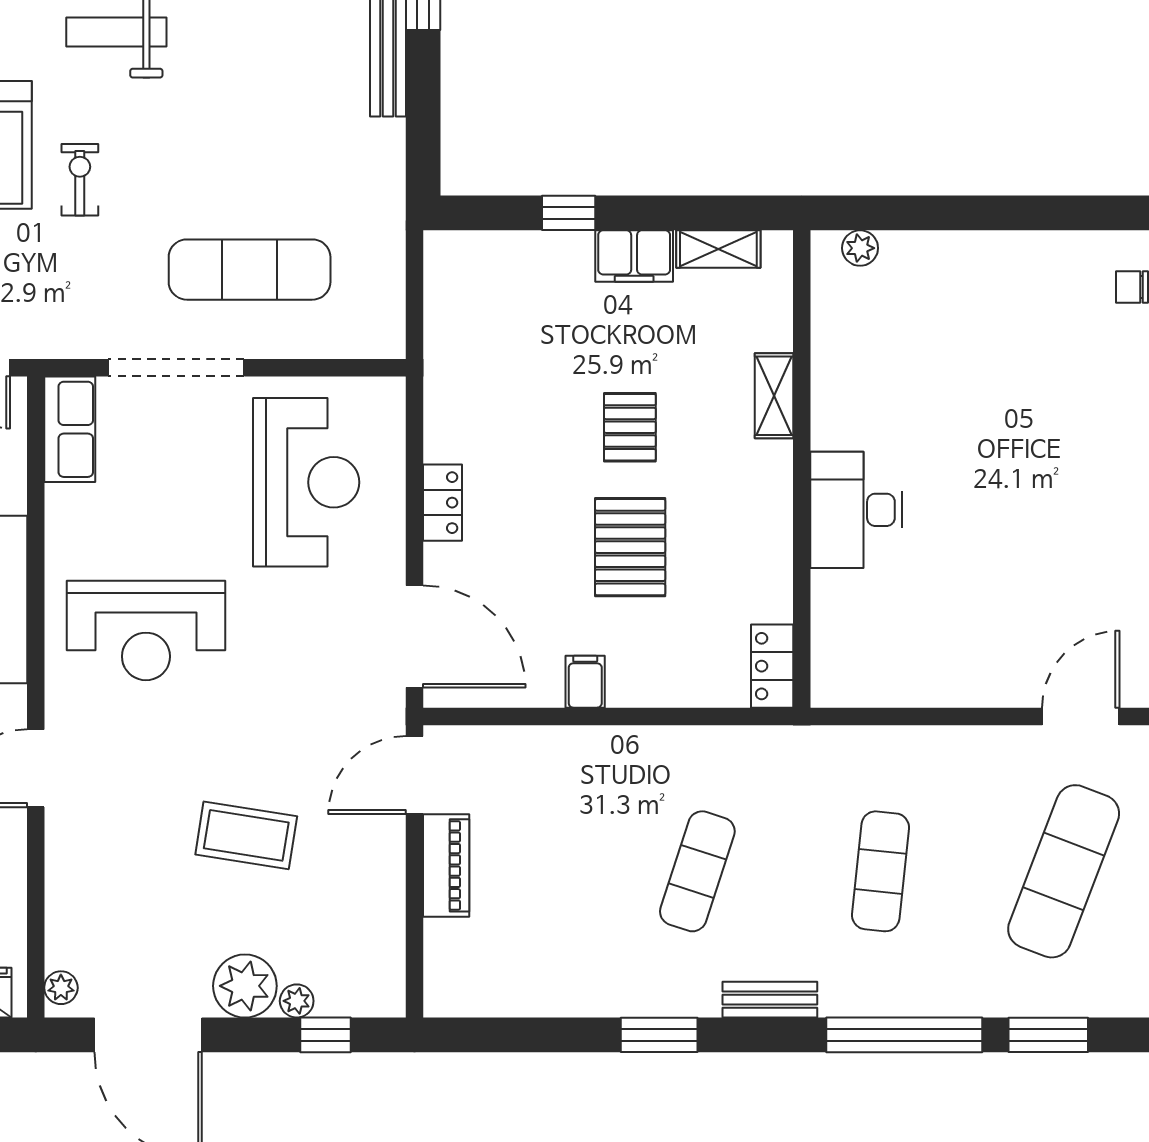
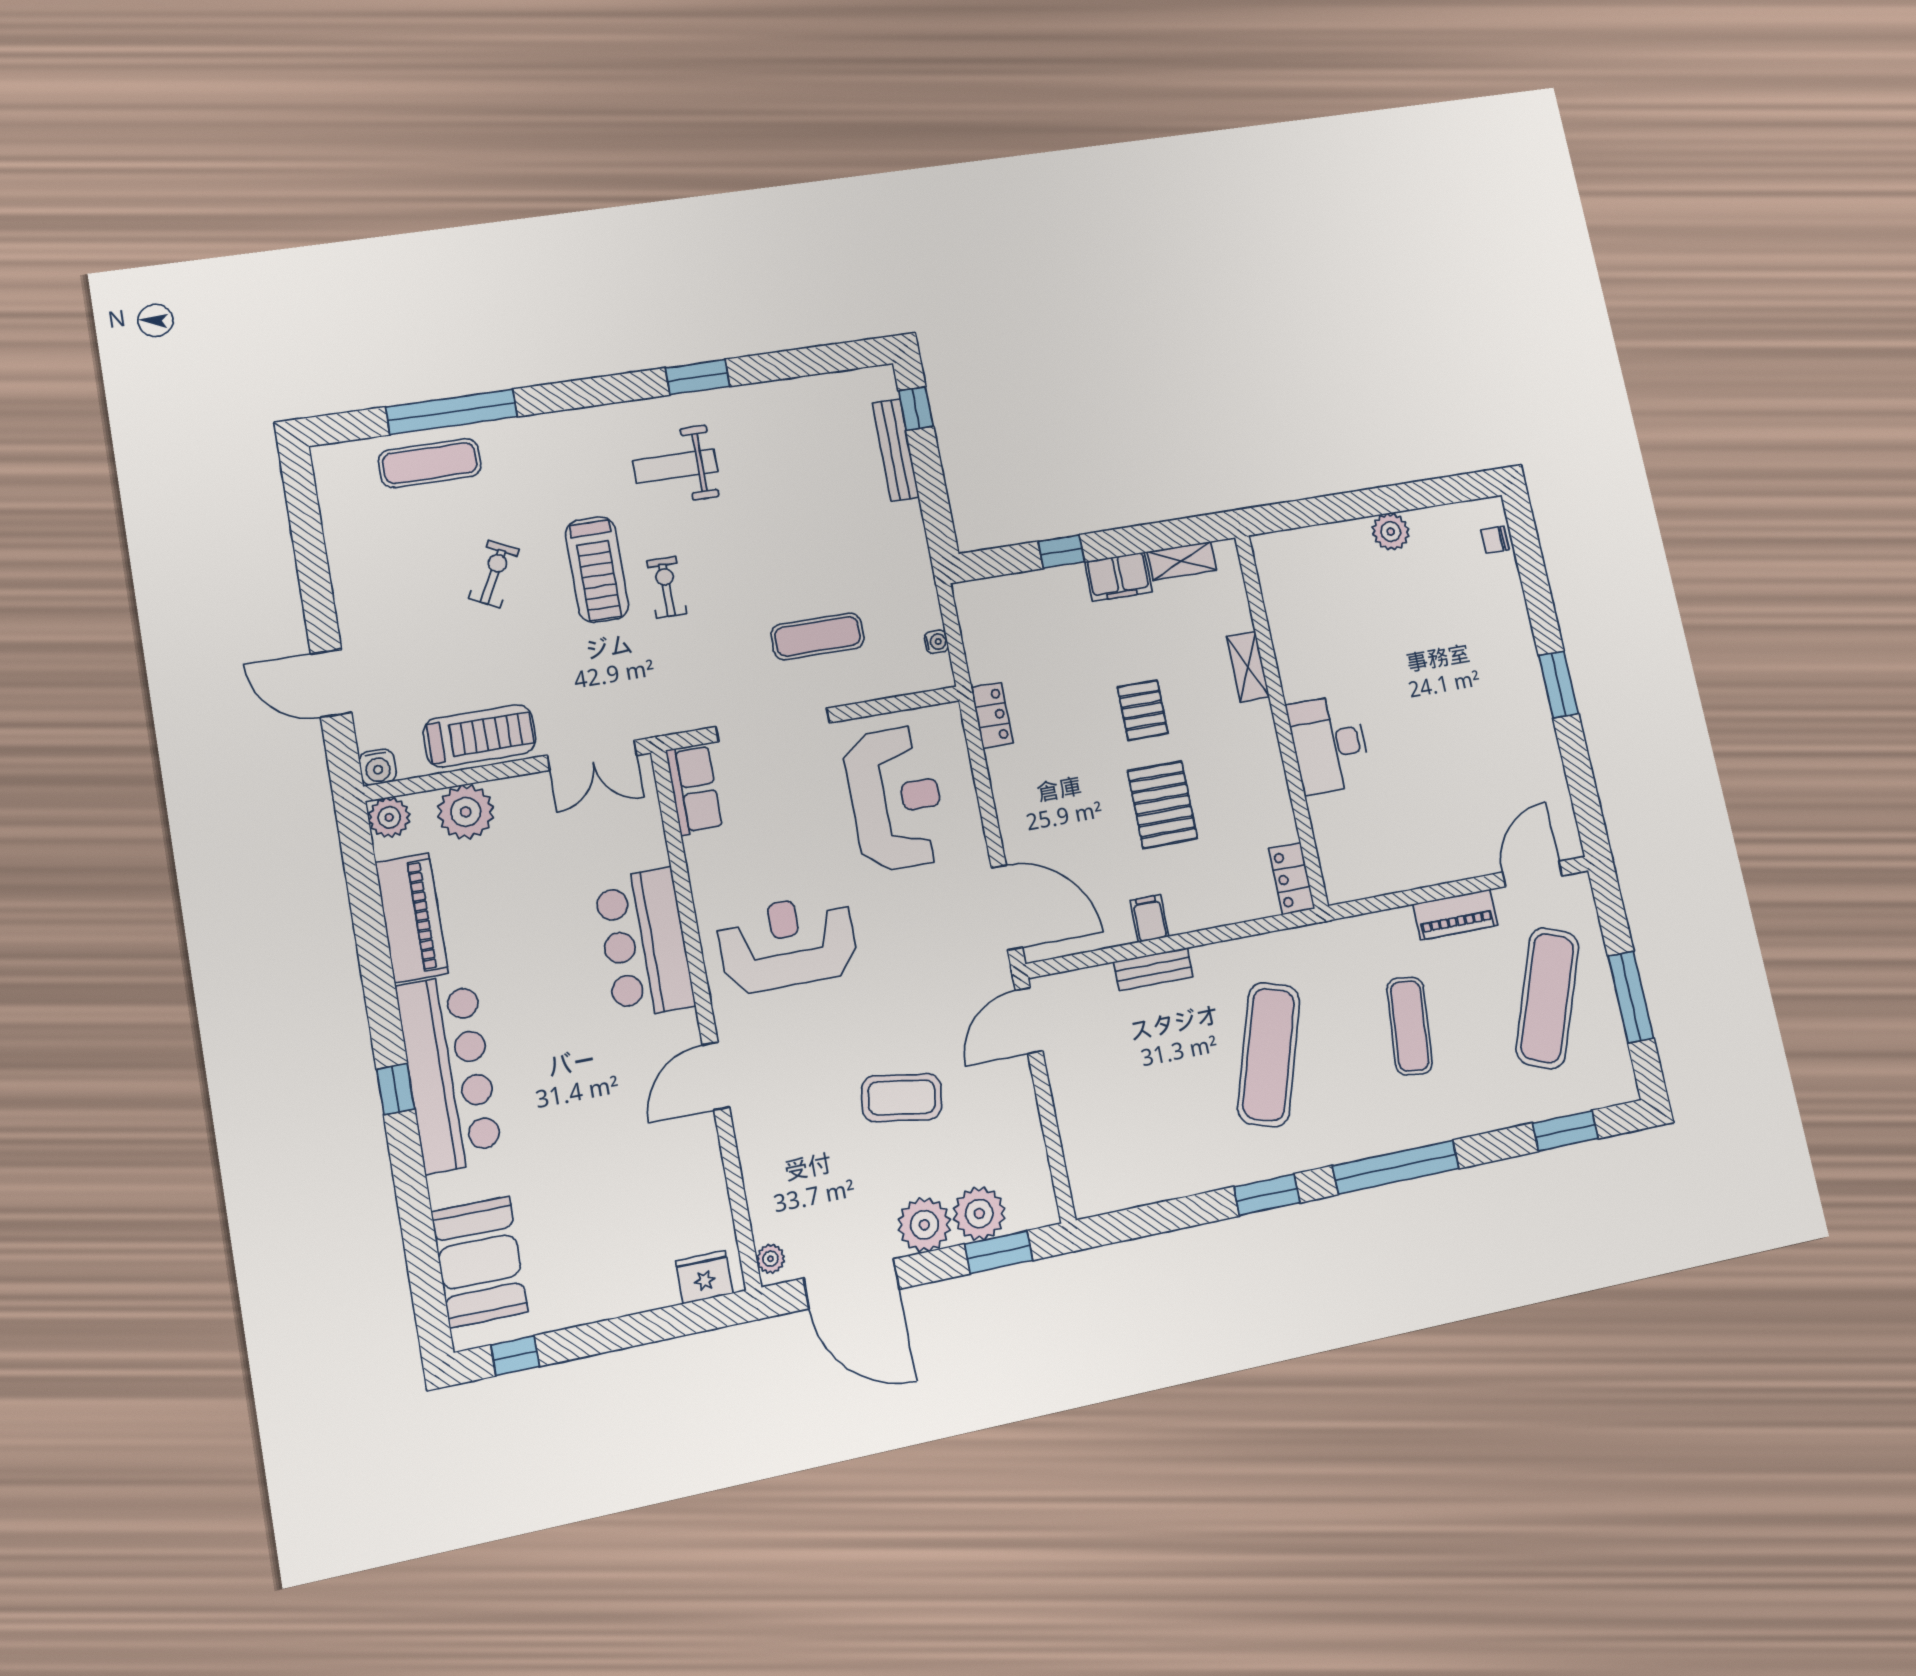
plant: (860, 248) -> (1391, 532), moved, width x1.38, depth x1.38
exercise mat: (250, 270) -> (818, 636), width x0.73, depth x0.69
water cooler: (392, 300) -> (936, 642), added
locker: (442, 503) -> (992, 715), moved
reception desk: (146, 631) -> (787, 943), turned 180
piano: (446, 865) -> (1455, 915), moved, turned 90
exercise mat: (697, 871) -> (1269, 1055), width x1.36, depth x1.45
bench: (770, 1000) -> (1153, 969), moved
plant: (297, 1001) -> (979, 1214), width x1.88, depth x1.88
window: (325, 1035) -> (999, 1252), width x1.50
window: (904, 1035) -> (1396, 1167), moved

